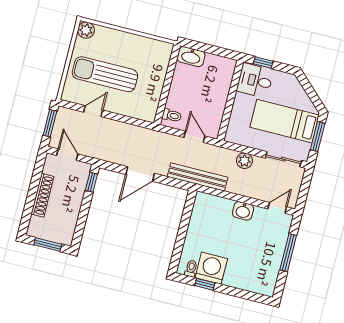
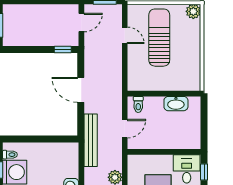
washbasin: (191, 57) -> (176, 104), moved, turned -90
shoe rack: (42, 195) -> (41, 10), removed

